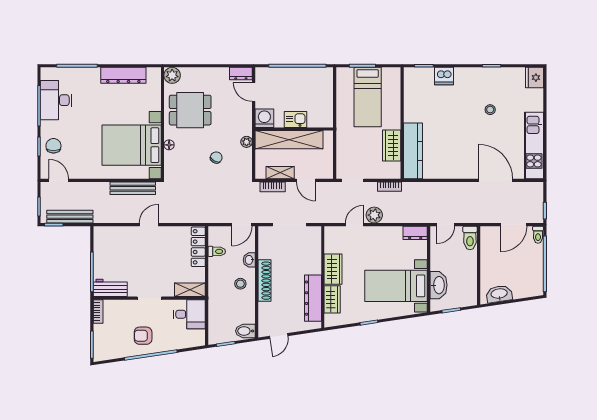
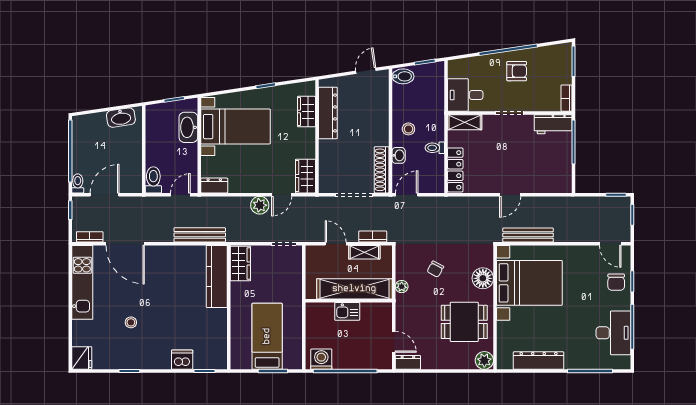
washing machine: (264, 118) -> (321, 359), moved, turned 180
floor lamp: (169, 145) -> (483, 278), width x1.89, depth x1.89
wardrobe: (392, 146) -> (240, 264), moved
bookcase: (389, 187) -> (90, 237), moved
bench: (70, 217) -> (200, 235), moved
toilet: (217, 251) -> (435, 148), moved
wardrobe: (333, 269) -> (305, 176), moved
shoe rack: (265, 281) -> (382, 170), moved

